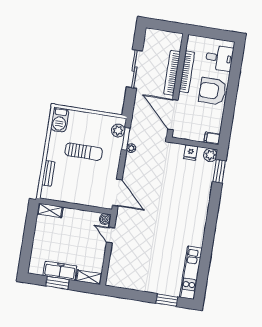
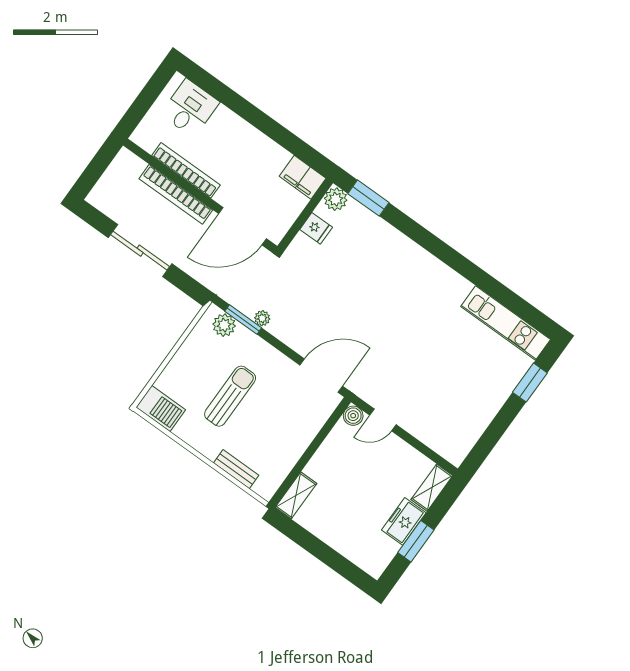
armchair: (212, 91) -> (237, 145), removed
filing cabinet: (212, 138) -> (303, 177), width x2.00
freezer: (60, 271) -> (404, 521), width x0.71

